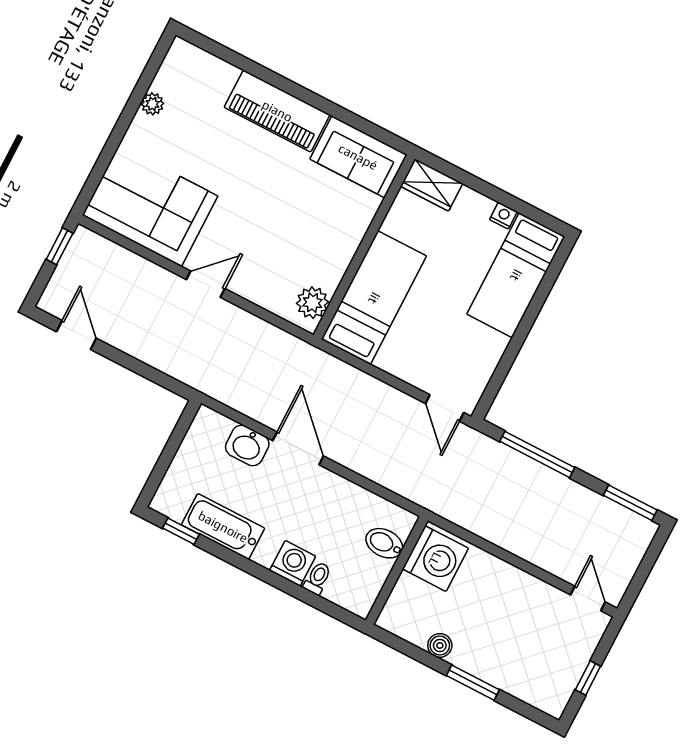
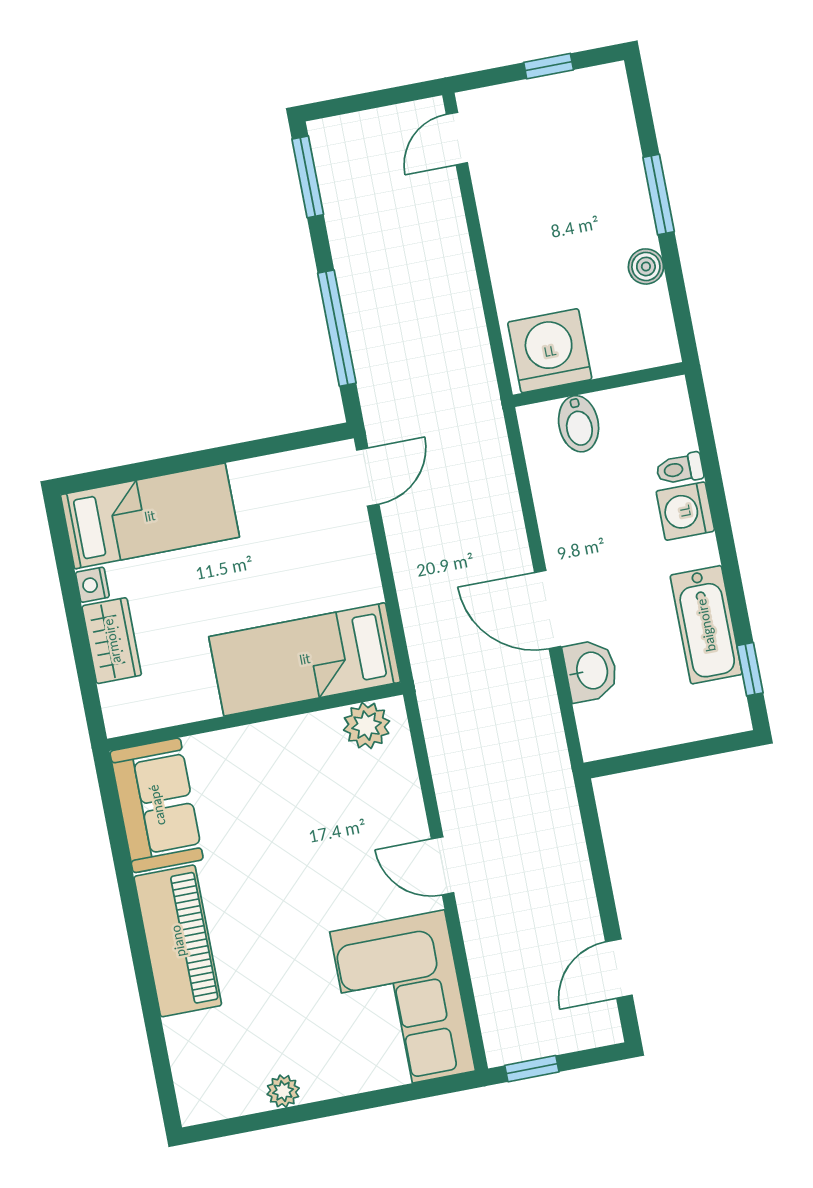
wardrobe: (432, 185) -> (112, 641), moved
door: (298, 448) -> (548, 610), hinge flipped

